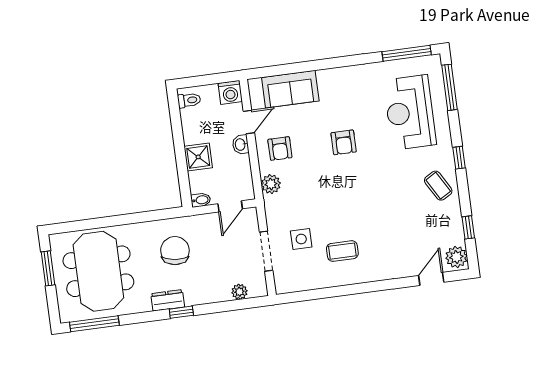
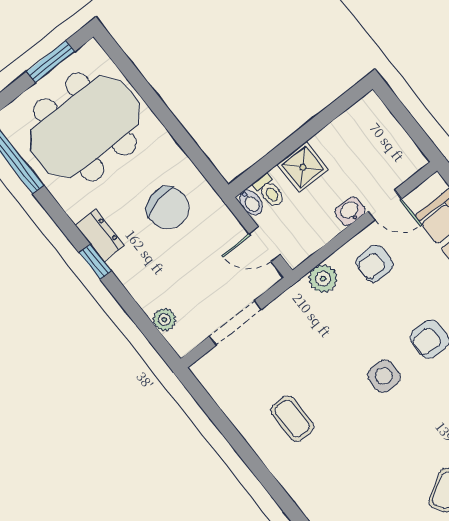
washing machine: (230, 92) -> (408, 159), removed
toilet: (189, 100) -> (269, 191), moved
side table: (301, 239) -> (384, 376), moved
chair: (175, 251) -> (168, 208), turned 70

